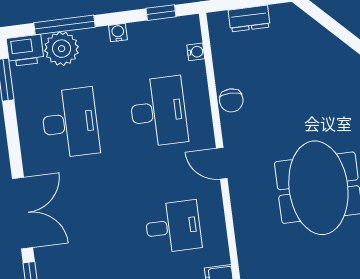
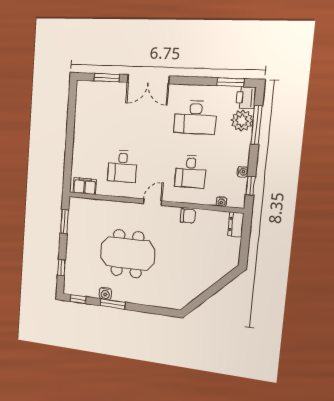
dresser: (249, 19) -> (236, 224), moved
water cooler: (118, 33) -> (243, 172), moved
chair: (231, 100) -> (188, 216), turned 180
desk: (158, 112) -> (191, 172), width x0.73

